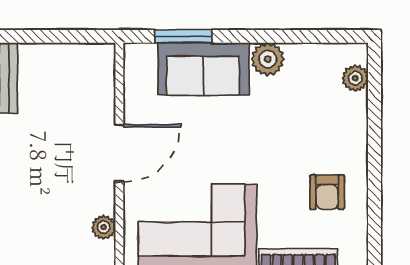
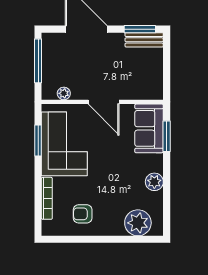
sofa: (203, 69) -> (149, 128), moved
plant: (355, 78) -> (138, 223), width x1.87, depth x1.87

